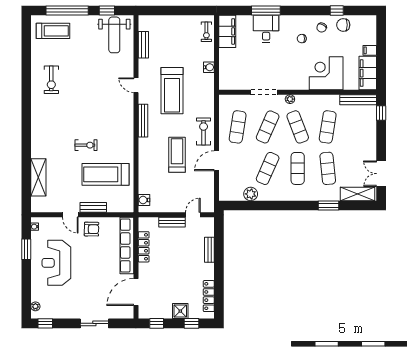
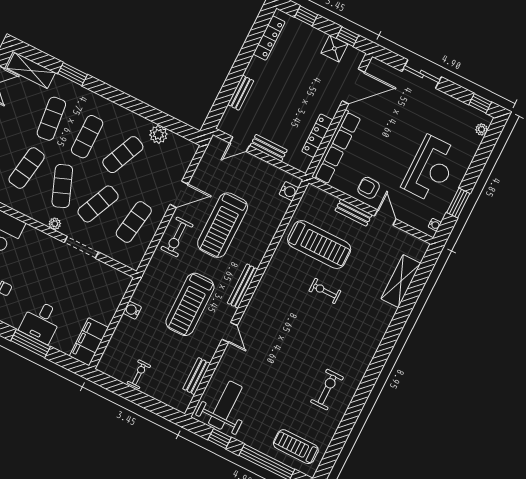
exercise bike: (206, 32) -> (139, 374), moved
treadmill: (172, 91) -> (190, 304), turned 180
treadmill: (177, 155) -> (223, 225), width x1.37, depth x1.38
shower: (180, 311) -> (334, 49), moved

